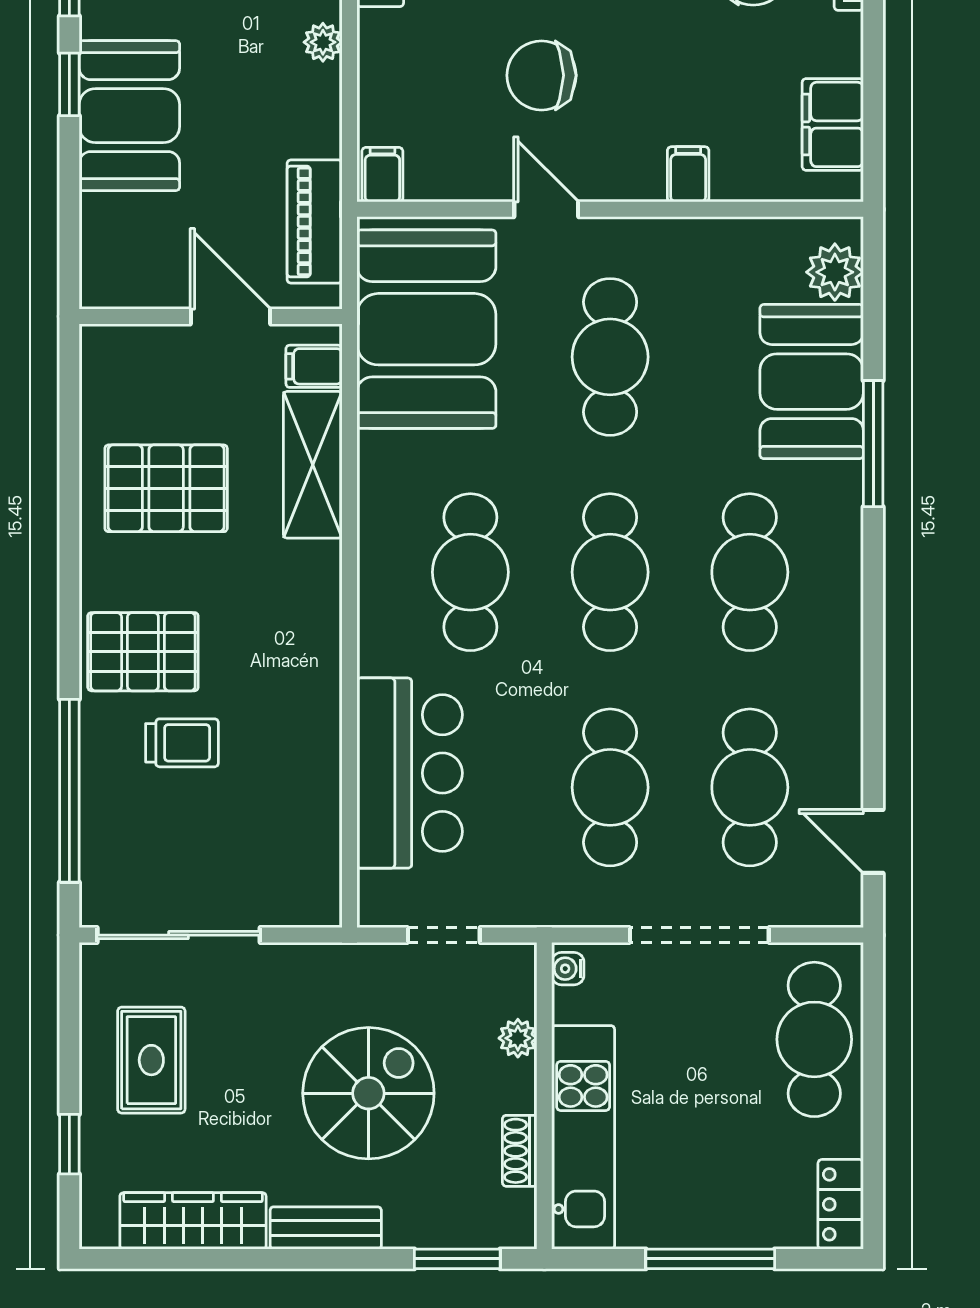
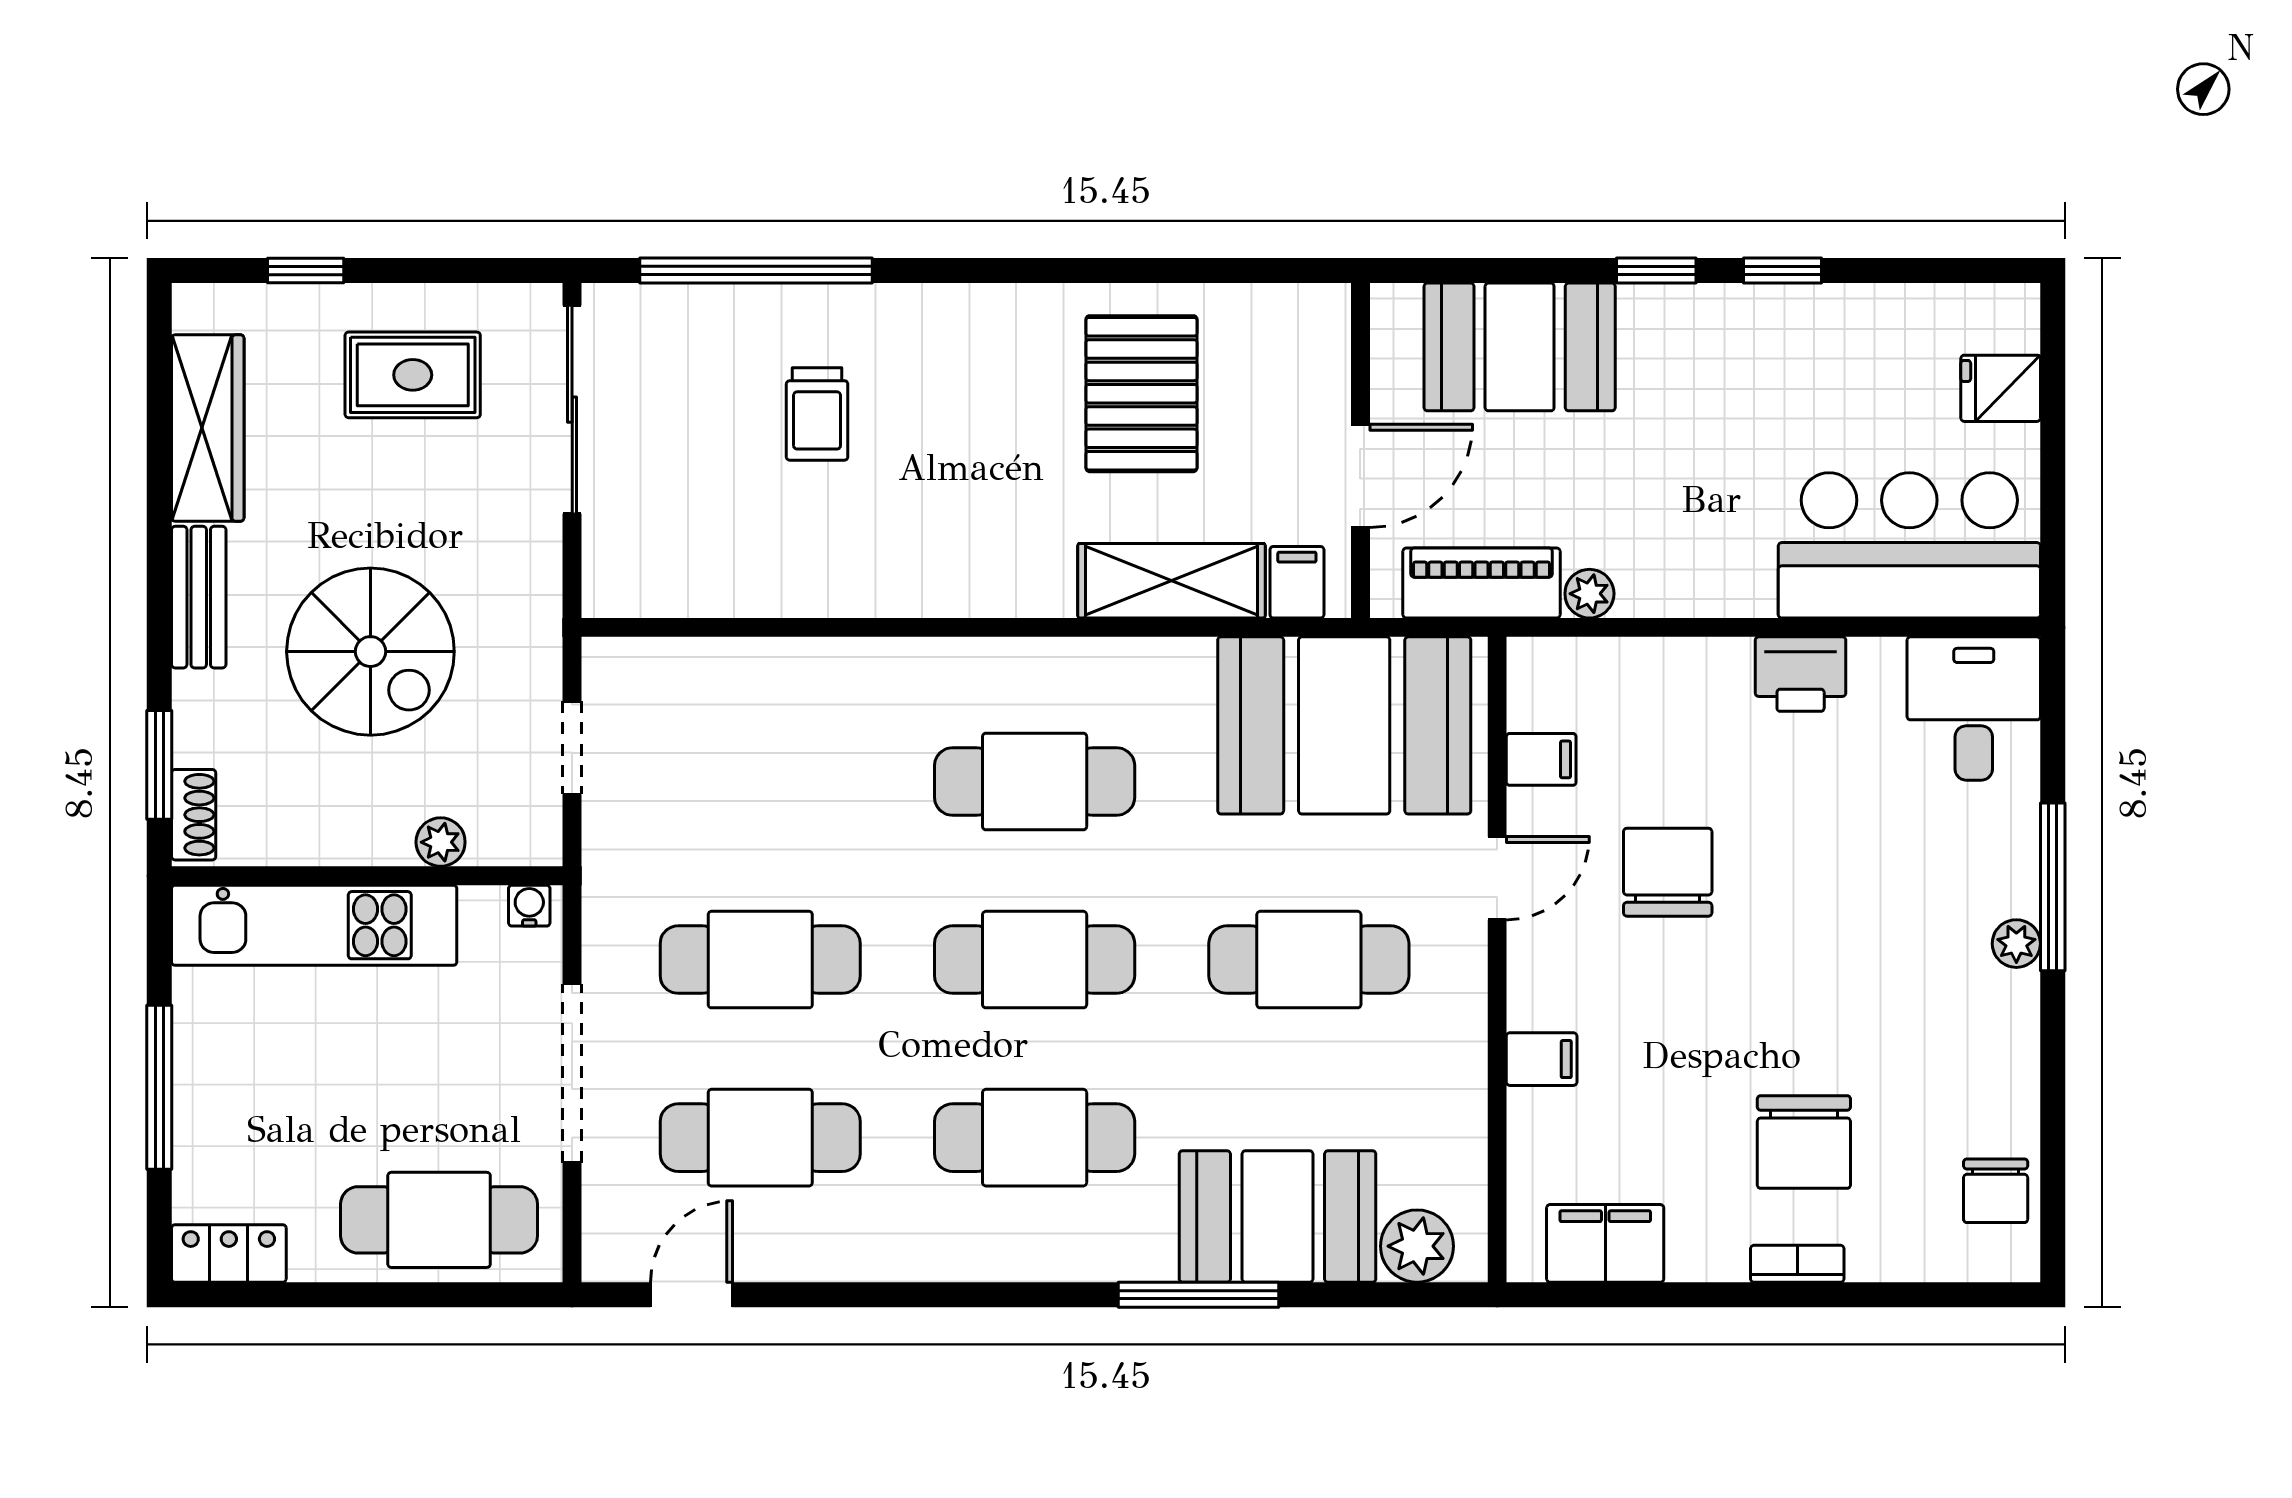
plant: (323, 42) -> (1589, 594), moved
booth: (129, 116) -> (1520, 347), moved
filing cabinet: (382, 175) -> (1541, 759), moved
pallet: (143, 652) -> (933, 364), removed
bar counter: (410, 773) -> (779, 704), removed
shoe rack: (520, 1151) -> (194, 815), moved, turned 90

